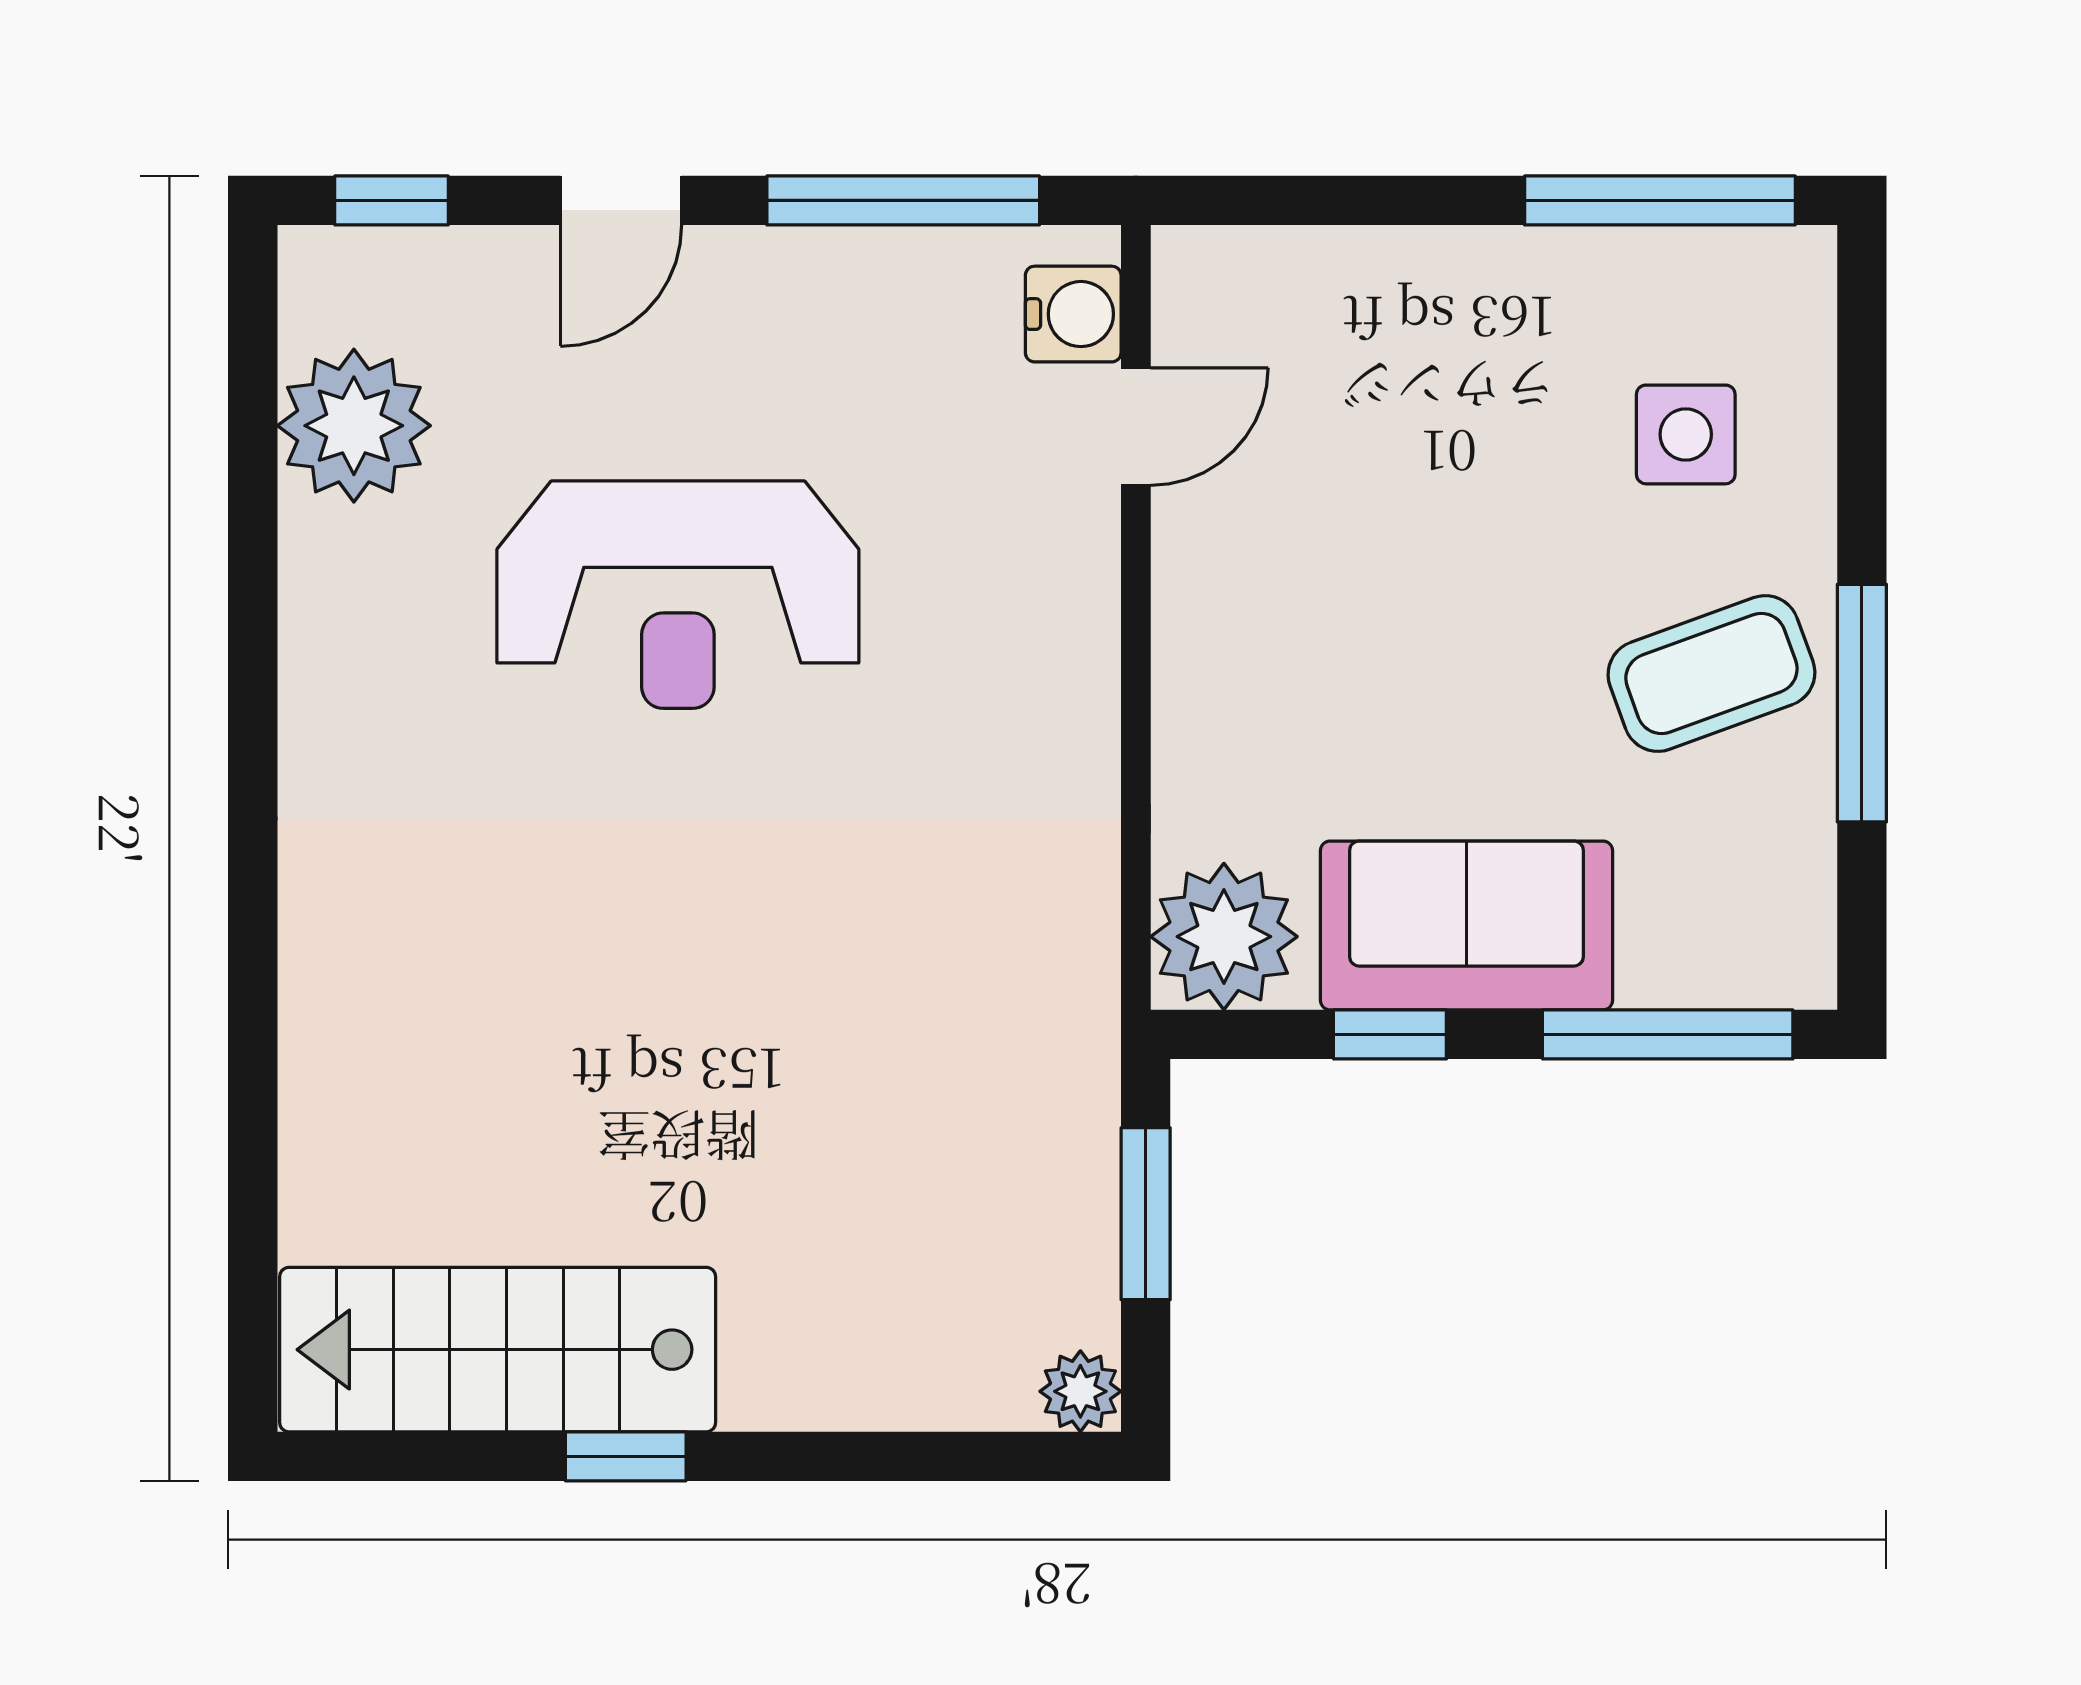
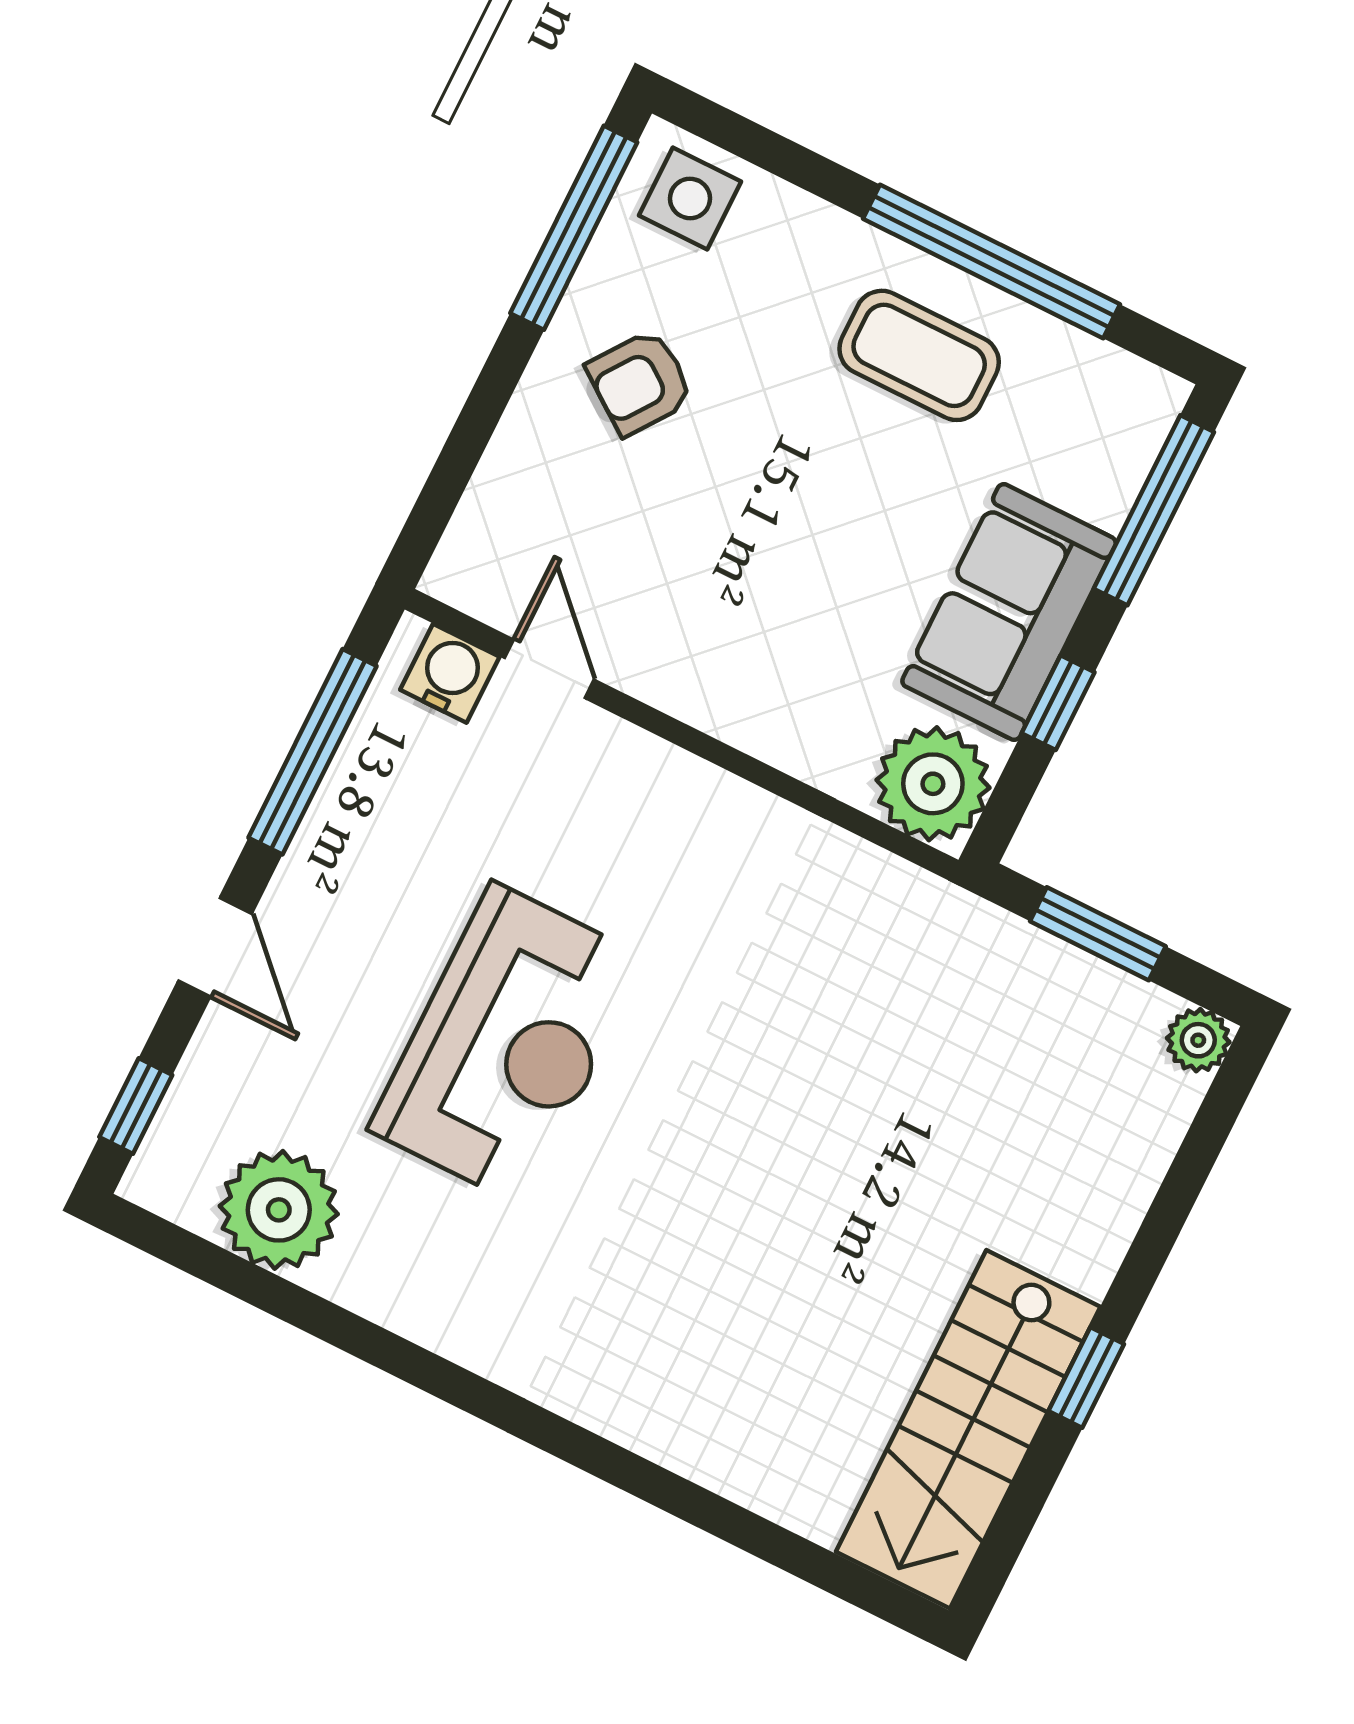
armchair: (1519, 366) -> (640, 382), added
side table: (1686, 434) -> (690, 198), moved
coffee table: (1711, 674) -> (919, 355), turned -70
window: (1862, 703) -> (992, 261), width x1.46

